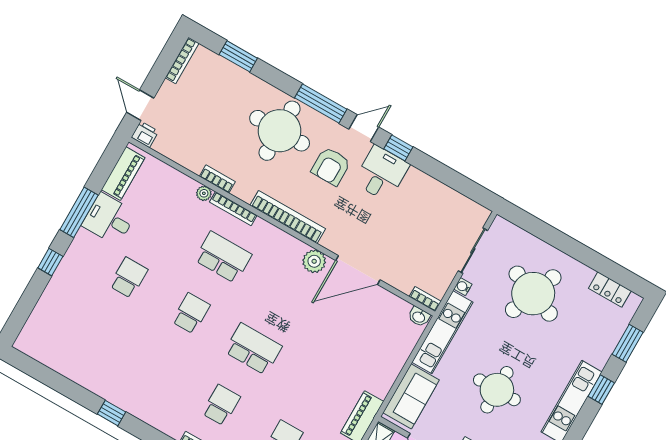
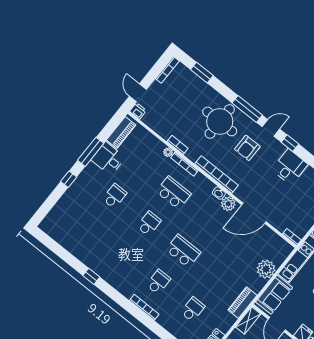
desk: (381, 173) -> (290, 167), moved
washbasin: (419, 317) -> (219, 193), moved
plant: (392, 357) -> (266, 269), added

